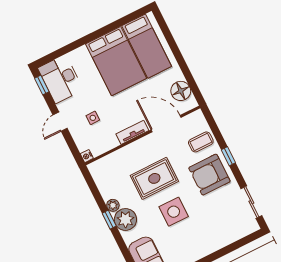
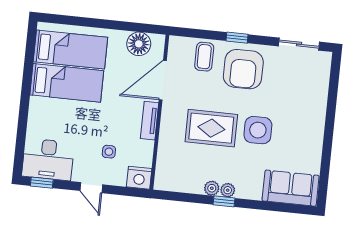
bed: (116, 61) -> (67, 83), width x0.67
nightstand: (87, 156) -> (139, 178), width x1.89, depth x1.79
rug: (154, 178) -> (211, 128), turned 90
plant: (125, 219) -> (228, 190), width x0.53, depth x0.53

